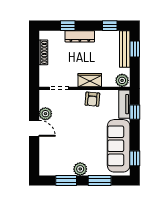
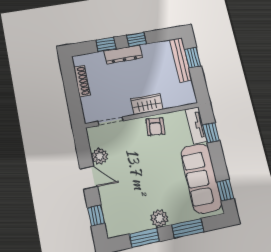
window: (110, 26) -> (136, 39), moved
plant: (122, 80) -> (187, 97), removed
window: (34, 157) -> (96, 216), added

